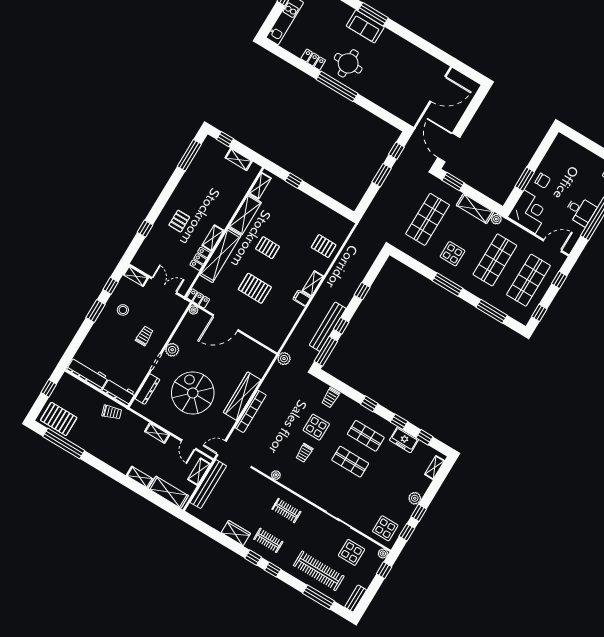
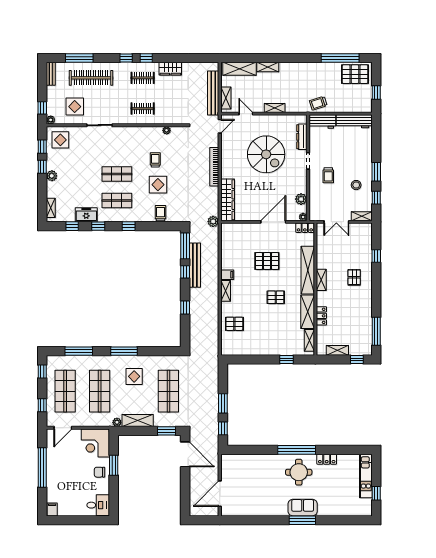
desk: (580, 211) -> (98, 505), moved, turned 180
locker: (200, 259) -> (321, 316), moved
plant: (172, 350) -> (301, 199), moved
wardrobe: (242, 396) -> (228, 200), moved

